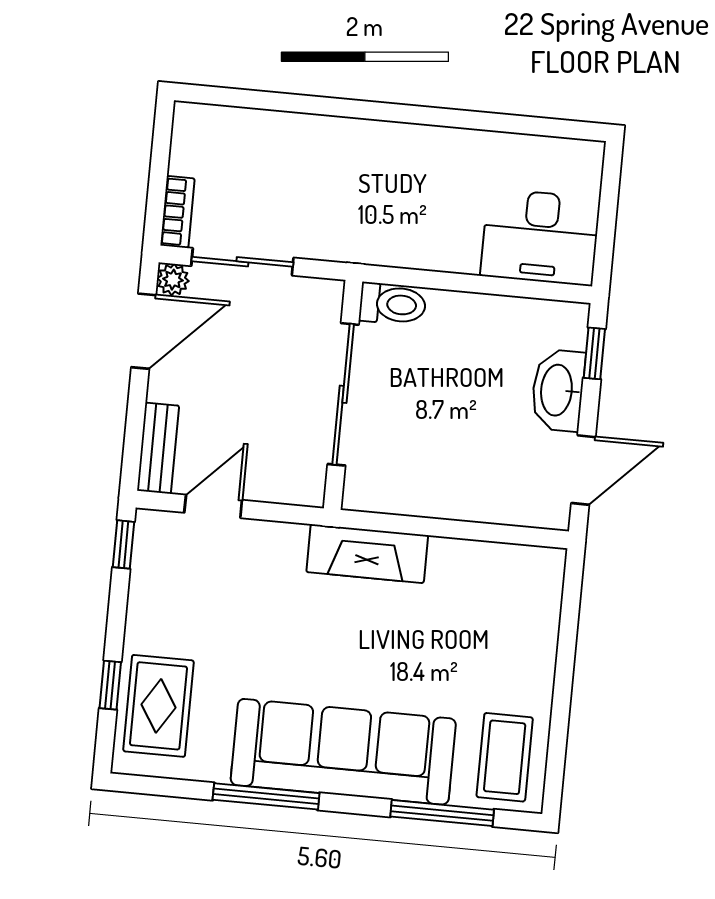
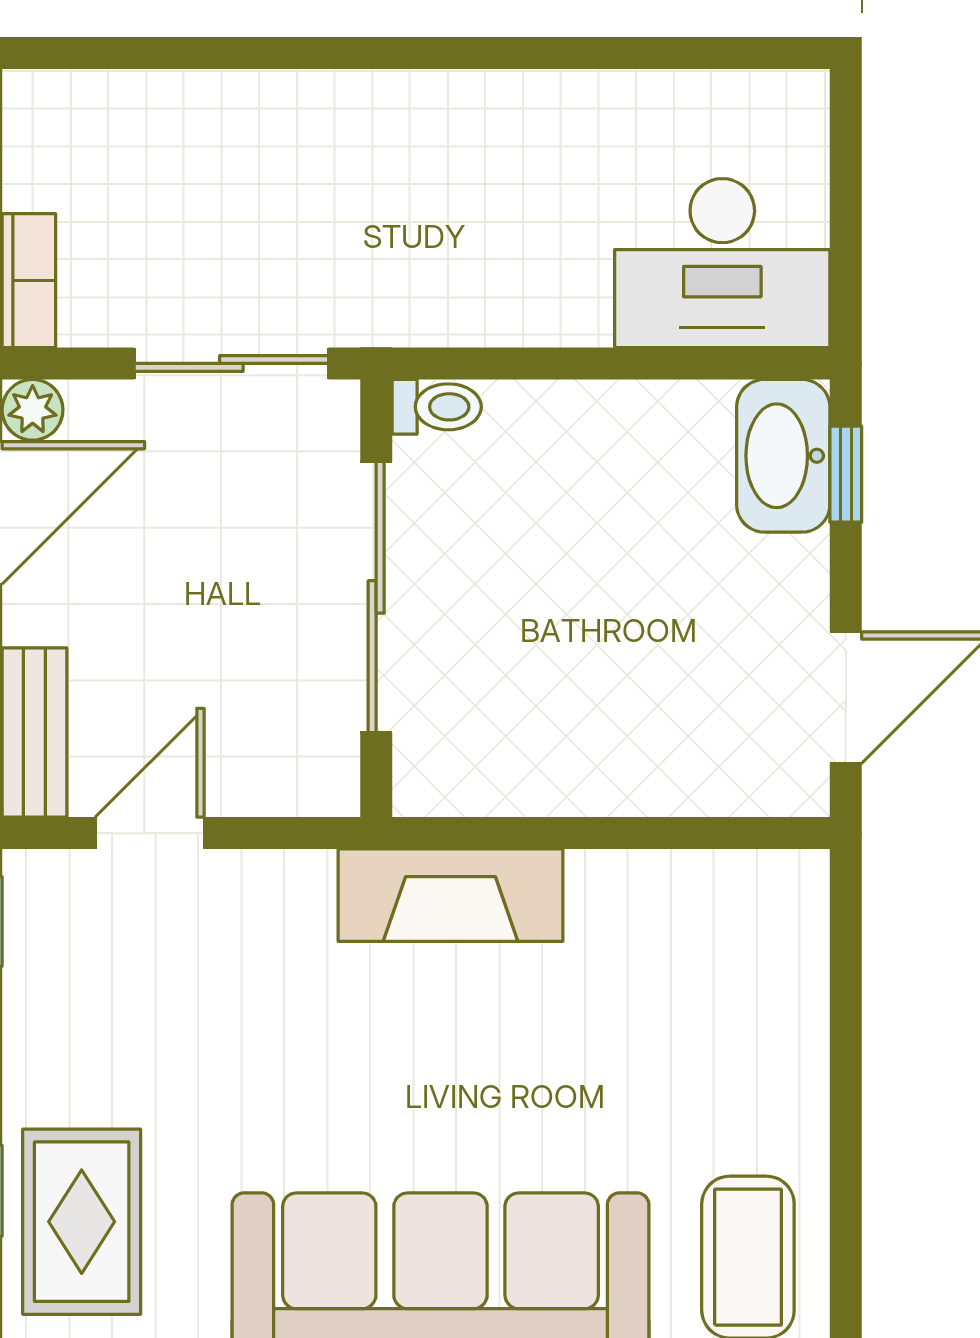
sliding door: (242, 262) -> (231, 363), moved
toilet: (393, 304) -> (437, 407), width x0.73, depth x0.72
washbasin: (558, 390) -> (783, 456), moved

